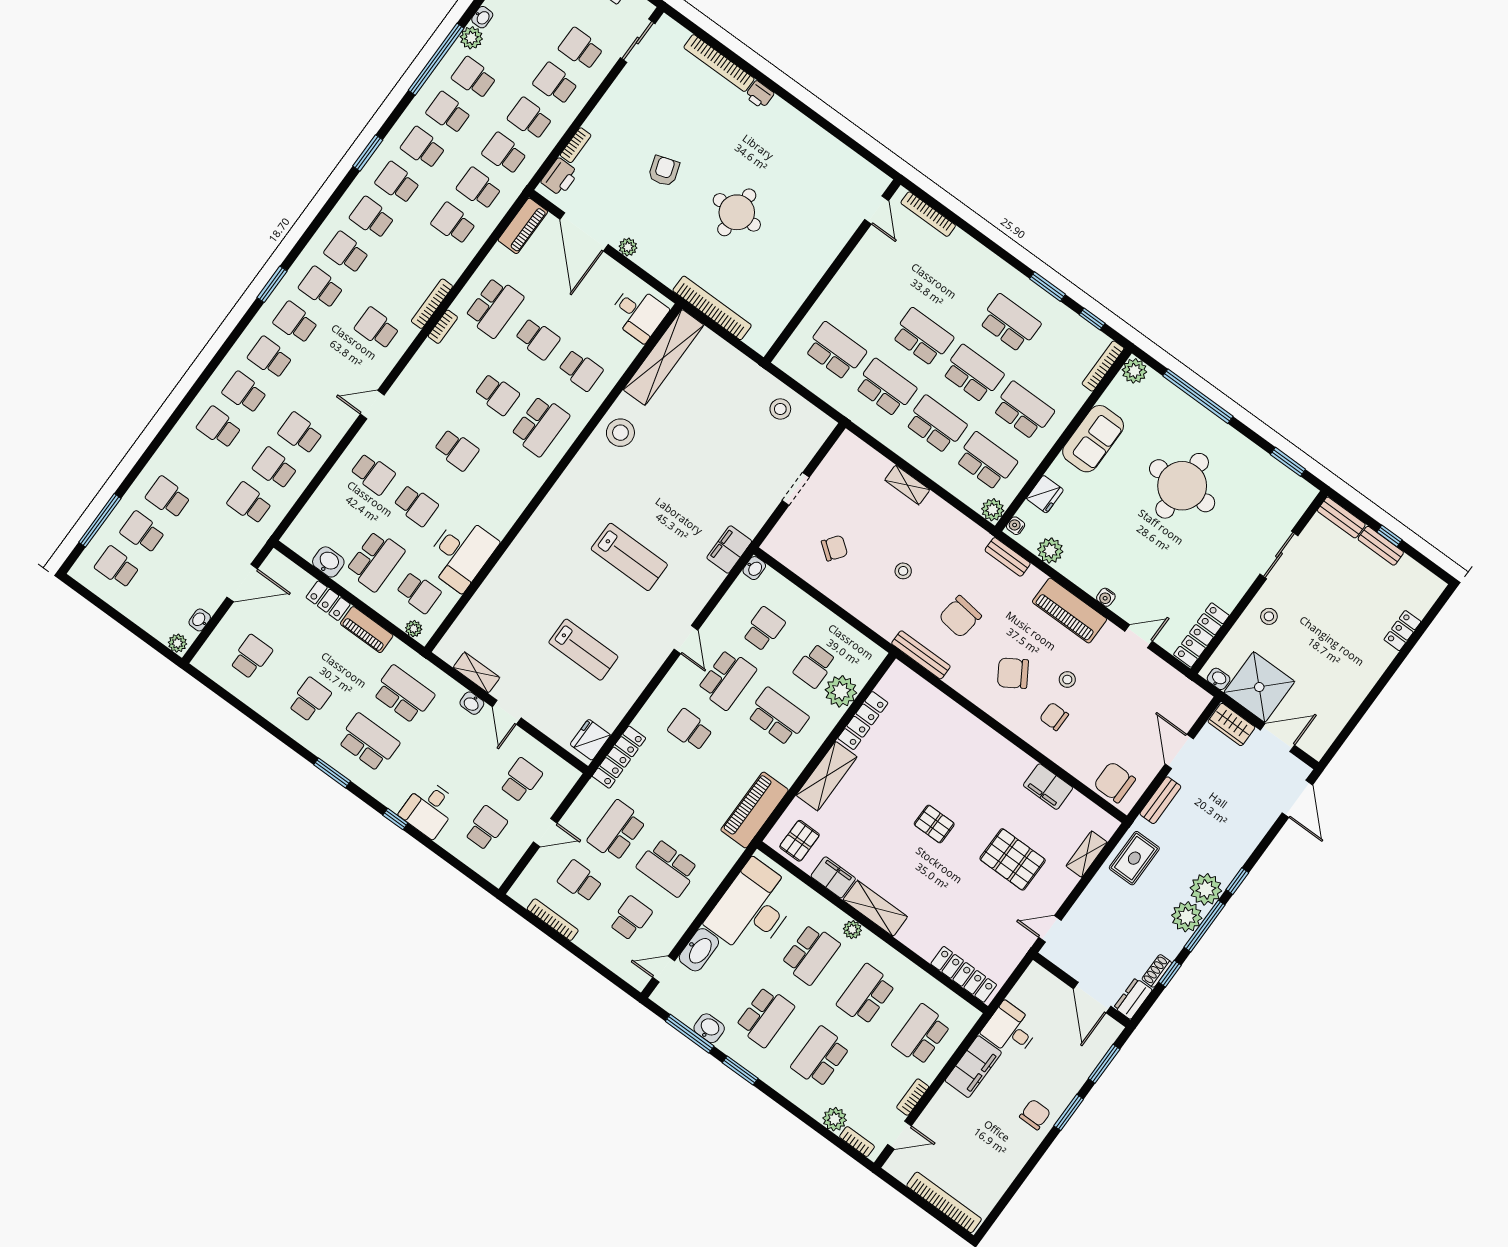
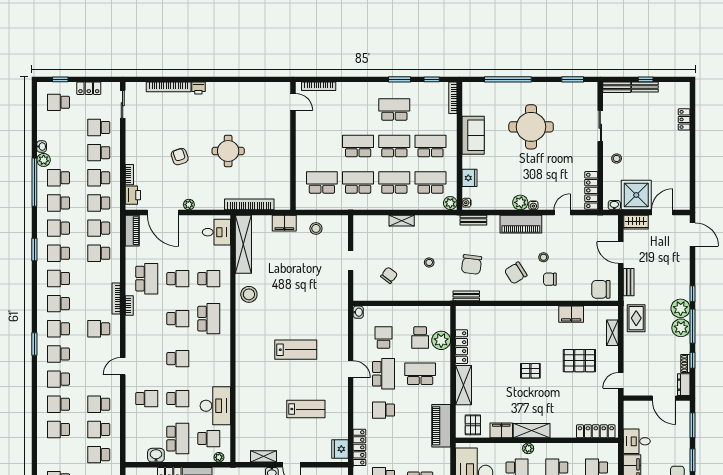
plant: (1134, 371) -> (469, 89), removed
filing cabinet: (729, 550) -> (284, 223), moved, turned -90
plant: (1050, 550) -> (520, 202), moved
bench: (921, 655) -> (466, 296), width x0.73

